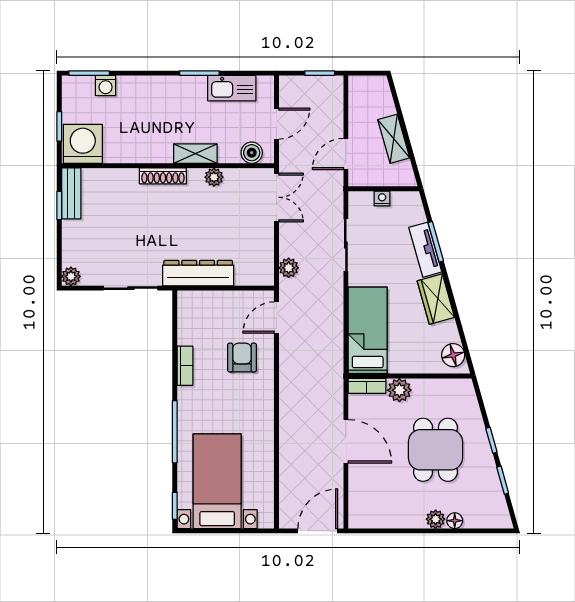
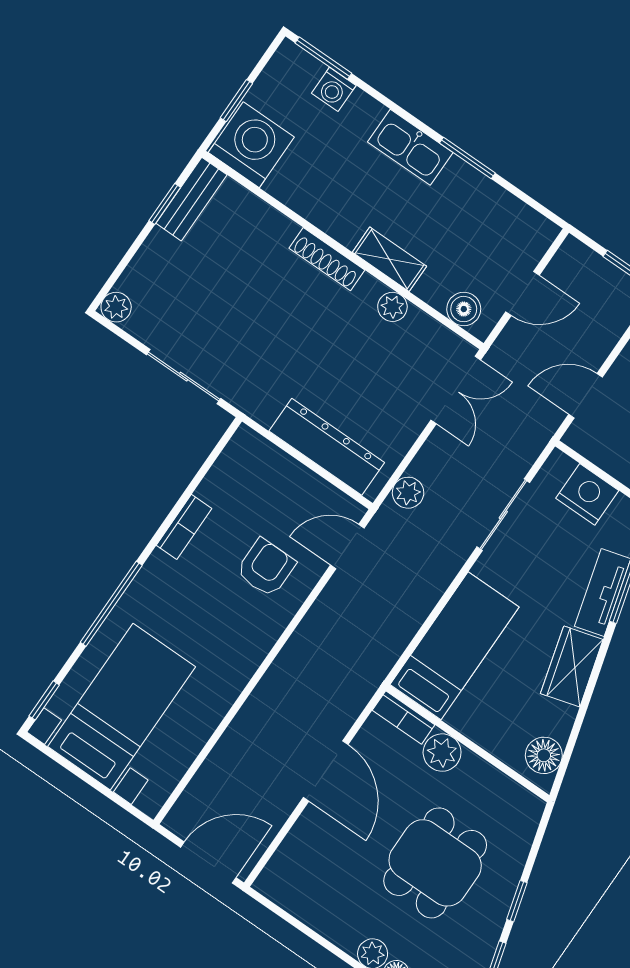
kitchen sink: (232, 88) -> (410, 147), moved
nightstand: (382, 199) -> (587, 494), width x1.89, depth x1.79
dresser: (198, 273) -> (327, 447), moved

